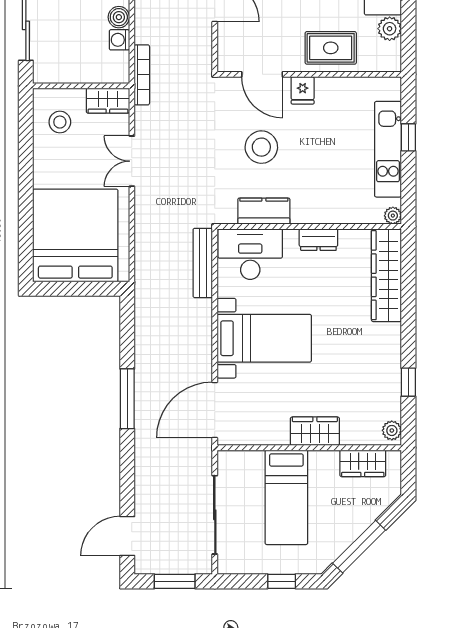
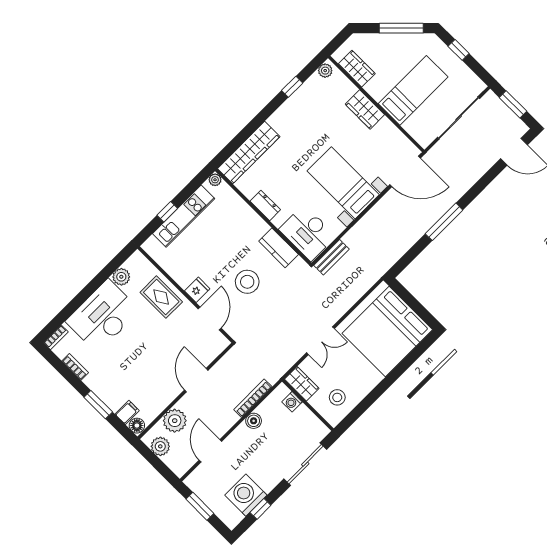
washing machine: (119, 40) -> (292, 402), moved, turned 90
bookcase: (142, 75) -> (253, 398), moved
bench: (203, 263) -> (331, 257), width x0.73

